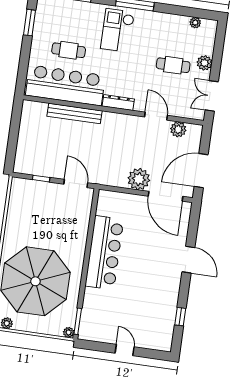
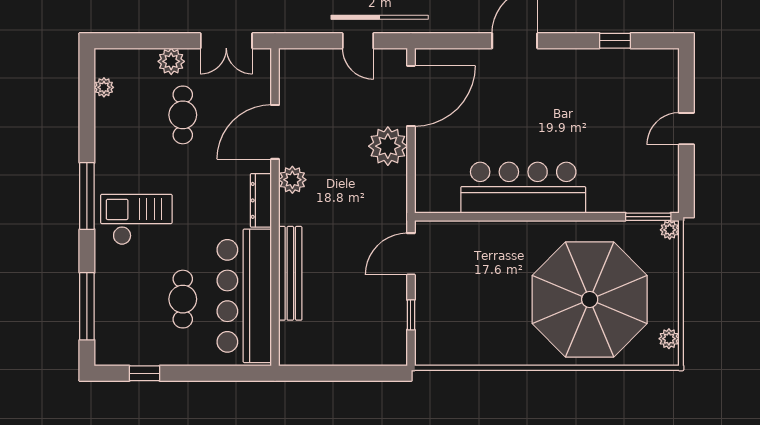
window: (30, 23) -> (144, 373), width x0.67
checkout: (117, 30) -> (136, 220), turned 180
door: (156, 116) -> (275, 132), width x1.36
plant: (178, 129) -> (292, 180), moved
door: (201, 171) -> (358, 41), width x0.53

